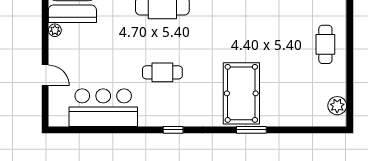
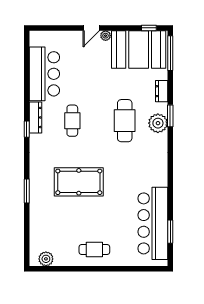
door: (45, 75) -> (91, 28), moved
pool table: (241, 93) -> (79, 182), moved
dresser: (158, 119) -> (36, 117), added

